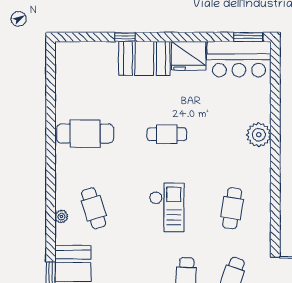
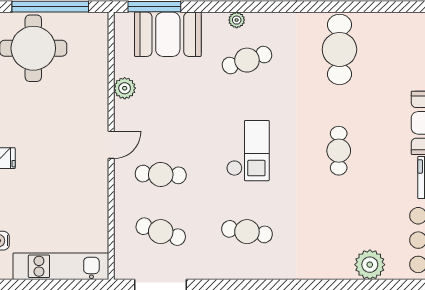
plant: (259, 135) -> (370, 265), moved
checkout: (167, 207) -> (248, 151), turned -90

